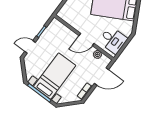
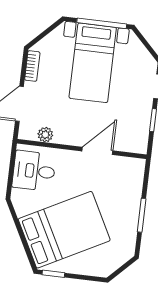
door: (87, 39) -> (97, 151), moved

